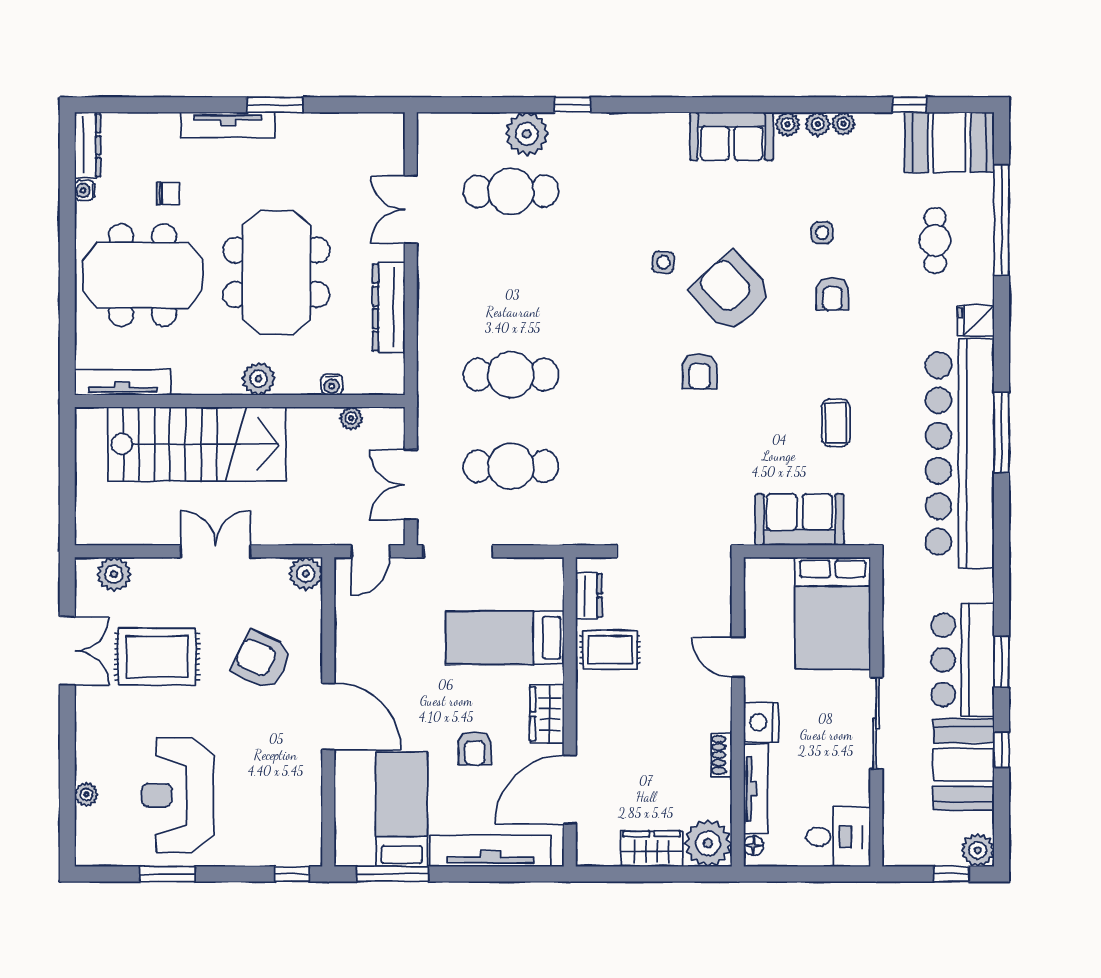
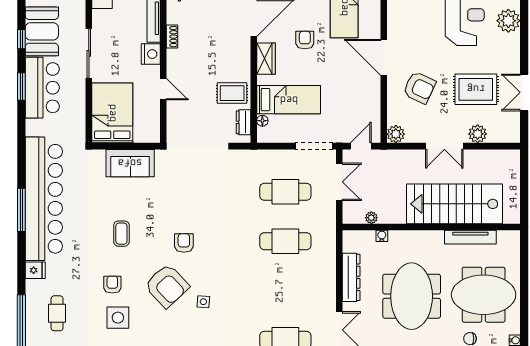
side table: (822, 233) -> (118, 318), width x1.87, depth x1.87
plant: (259, 379) -> (421, 239), removed
tv unit: (123, 382) -> (470, 237), moved
coffee table: (836, 423) -> (121, 234), moved
plant: (114, 574) -> (478, 134), moved
floor lamp: (554, 598) -> (262, 121), added
plant: (86, 794) -> (508, 21), width x1.87, depth x1.87

